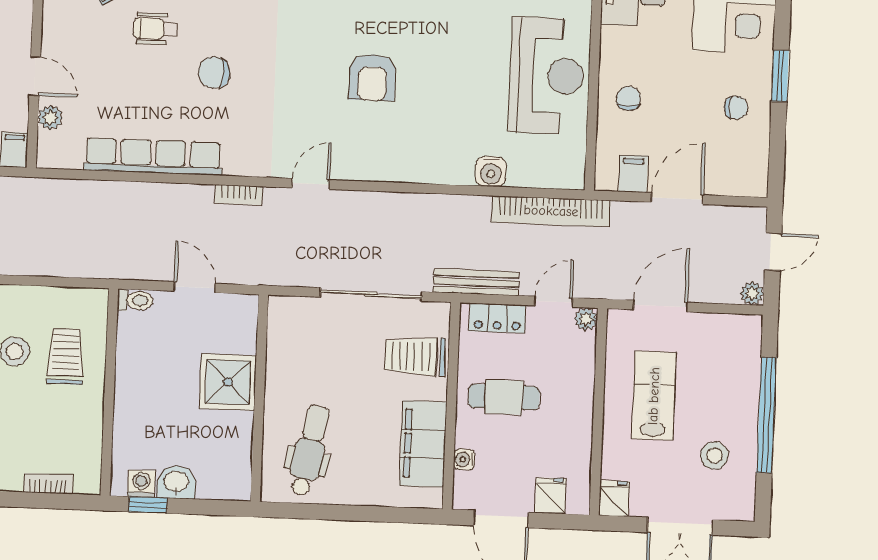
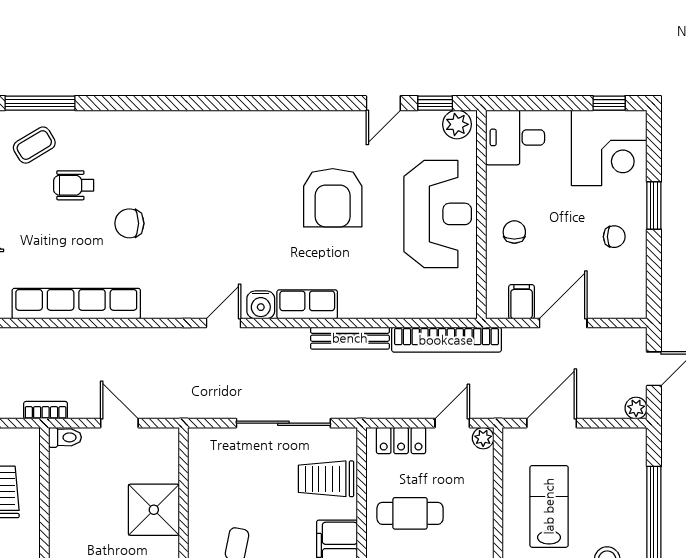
armchair: (372, 77) -> (333, 198), moved, width x1.36, depth x1.36
row of seats: (402, 167) -> (307, 304), added
water cooler: (491, 171) -> (261, 305), moved
bookcase: (239, 195) -> (46, 410), moved, turned 180
bench: (476, 282) -> (350, 338), moved

